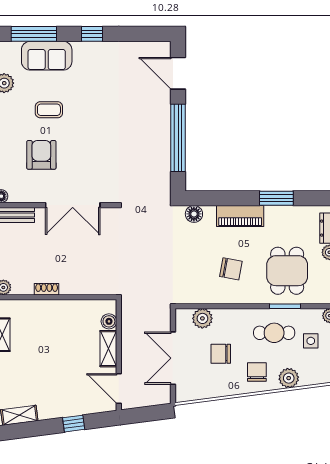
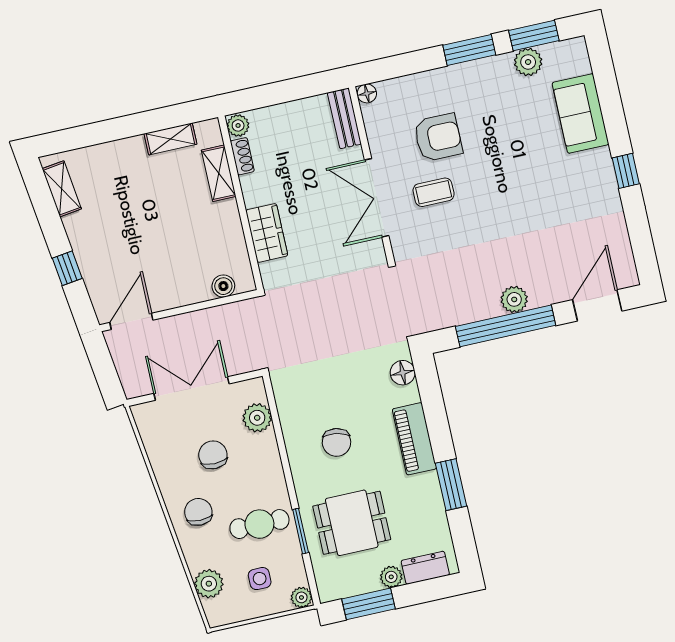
window: (34, 34) -> (607, 88), removed
coffee table: (49, 110) -> (434, 192), moved, turned 90
plant: (162, 128) -> (514, 299), added
wardrobe: (80, 284) -> (267, 233), added
shoe rack: (47, 289) -> (242, 156), moved
cafe table: (274, 333) -> (259, 524), turned 90
shelving: (108, 349) -> (219, 173), moved, turned 90
chair: (257, 372) -> (198, 512), turned -90
plant: (289, 378) -> (209, 584), moved

